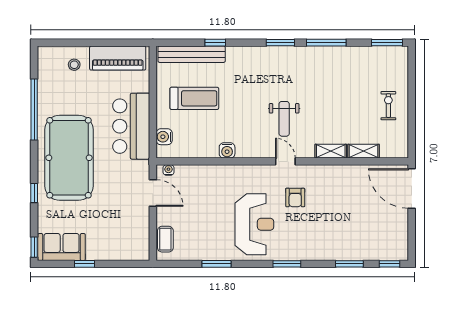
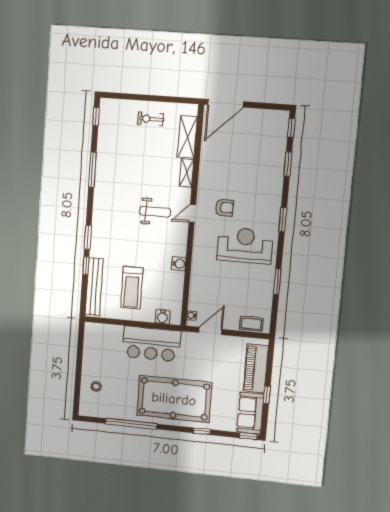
window: (280, 43) -> (88, 237), moved
window: (387, 43) -> (96, 116), width x0.67
piano: (118, 58) -> (256, 368), moved, turned 180
treadmill: (194, 98) -> (132, 288), turned 180
shelving: (363, 151) -> (187, 137), width x1.50, depth x1.33

